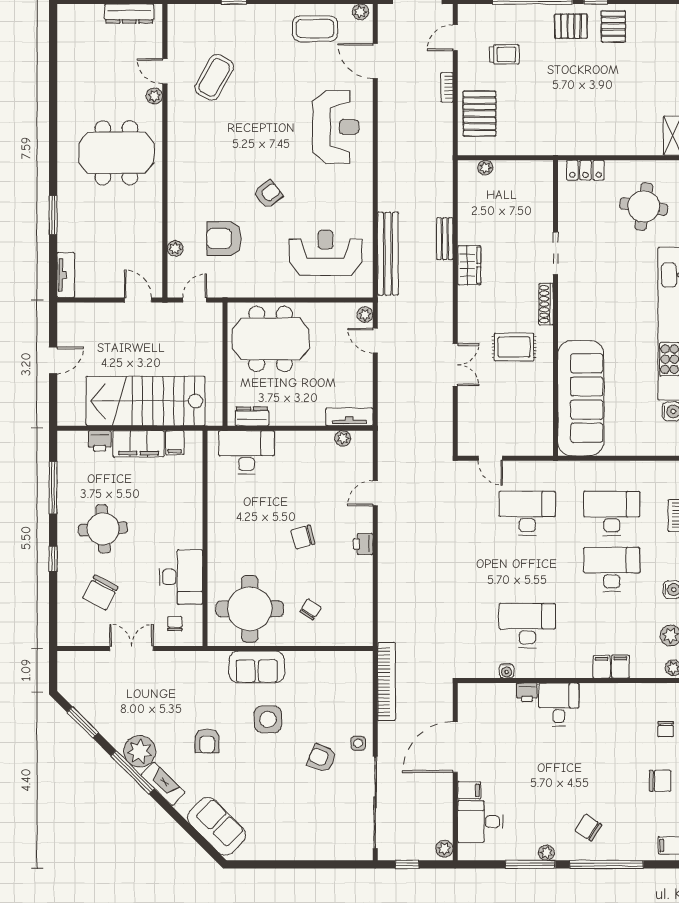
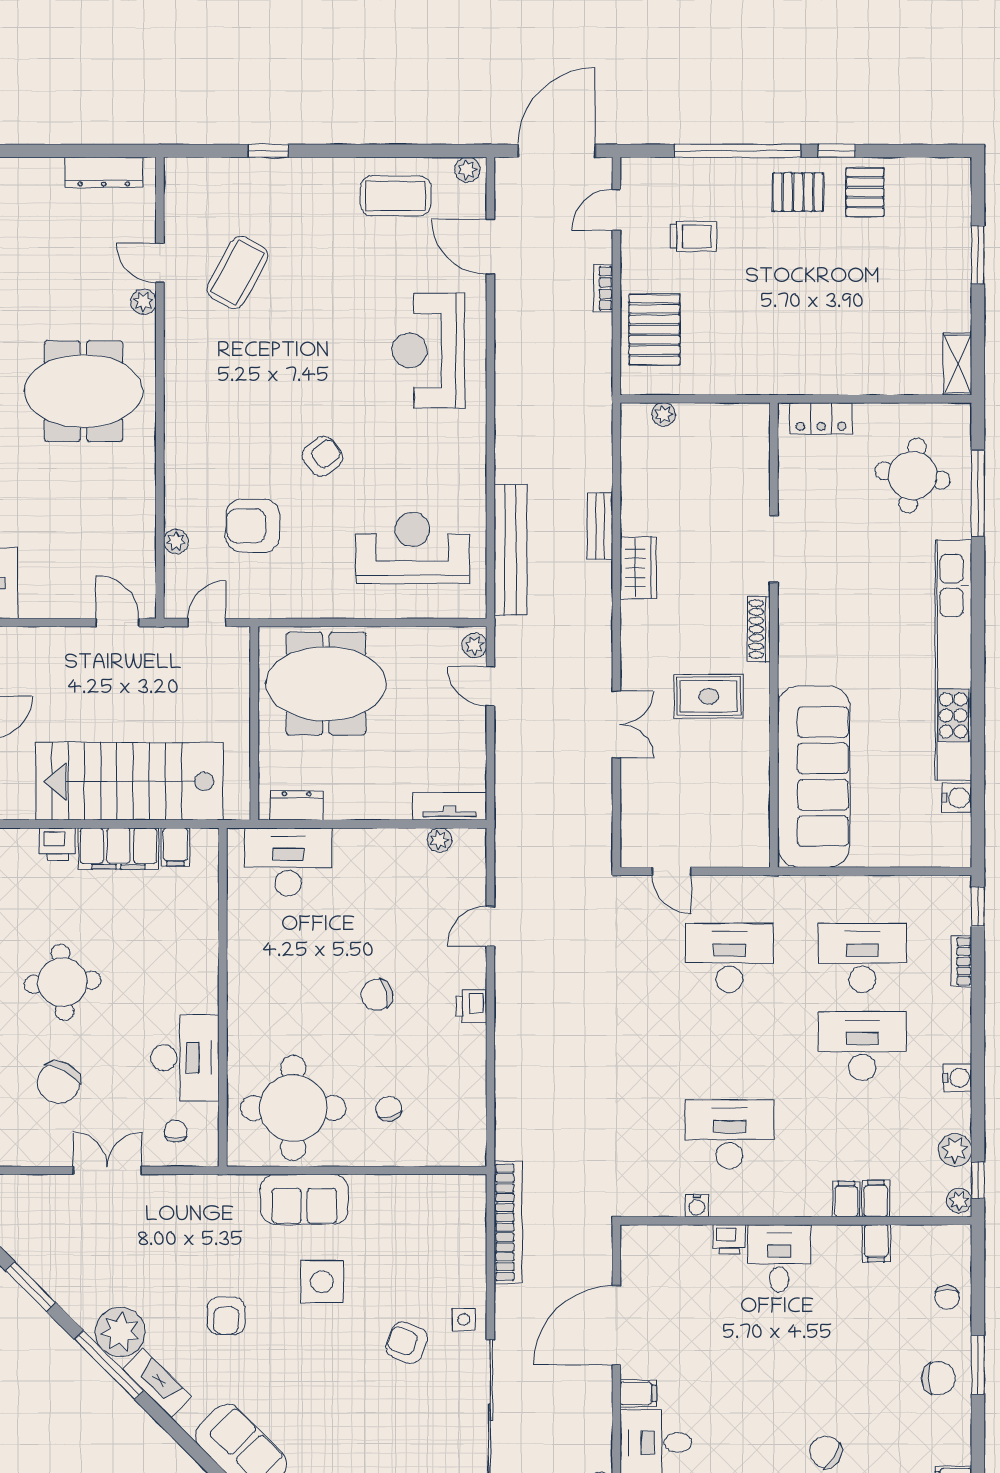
reception desk: (336, 127) -> (428, 350), turned 180
chair: (310, 609) -> (389, 1109), turned -48
filing cabinet: (621, 695) -> (876, 1243), added

